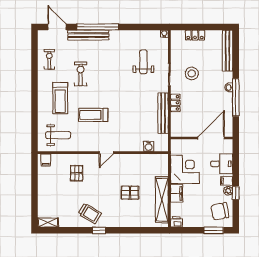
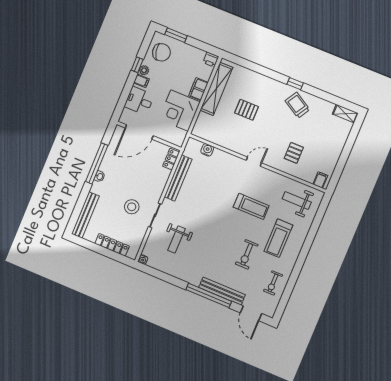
locker: (195, 35) -> (112, 245), width x1.53
treadmill: (60, 98) -> (278, 238), turned 180
locker: (175, 103) -> (171, 159), moved

